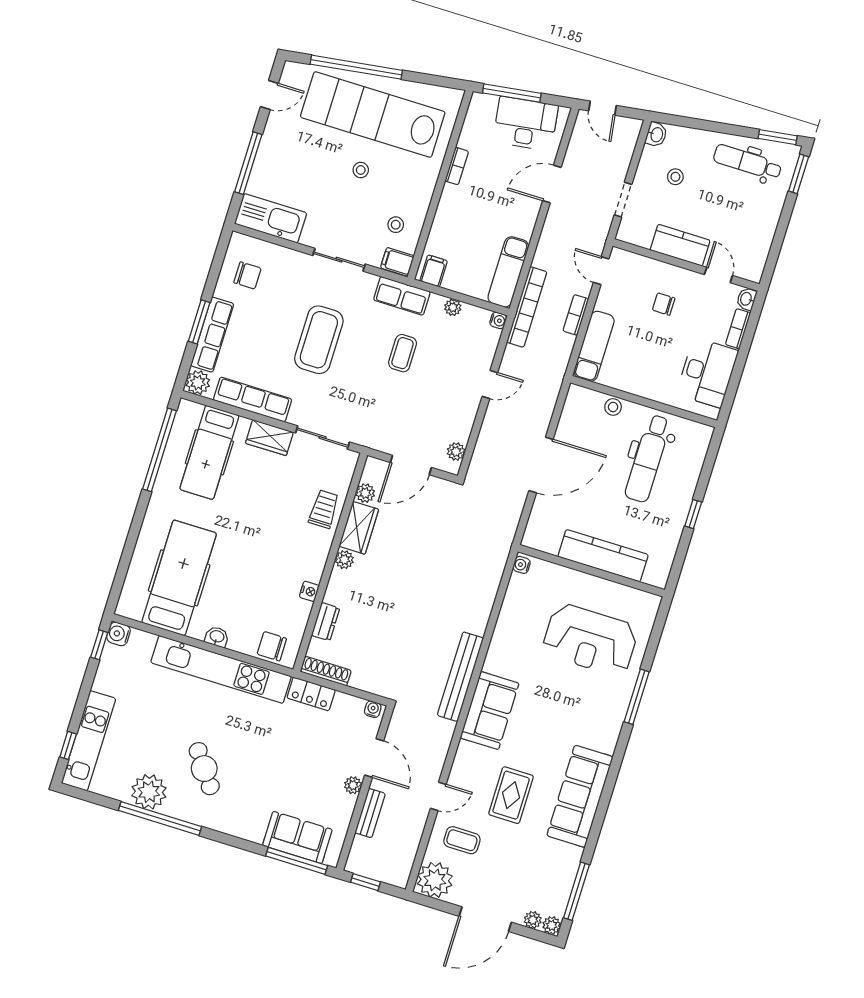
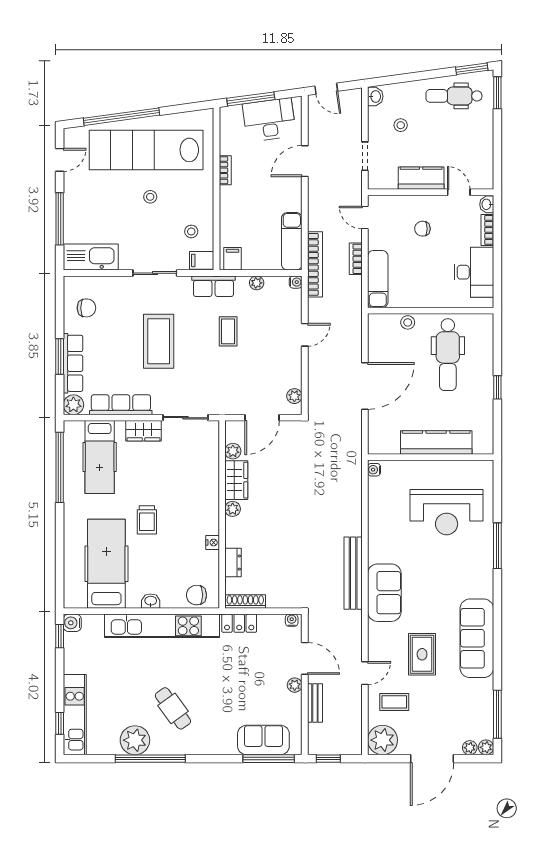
trolley: (324, 509) -> (147, 520), moved, turned 180

